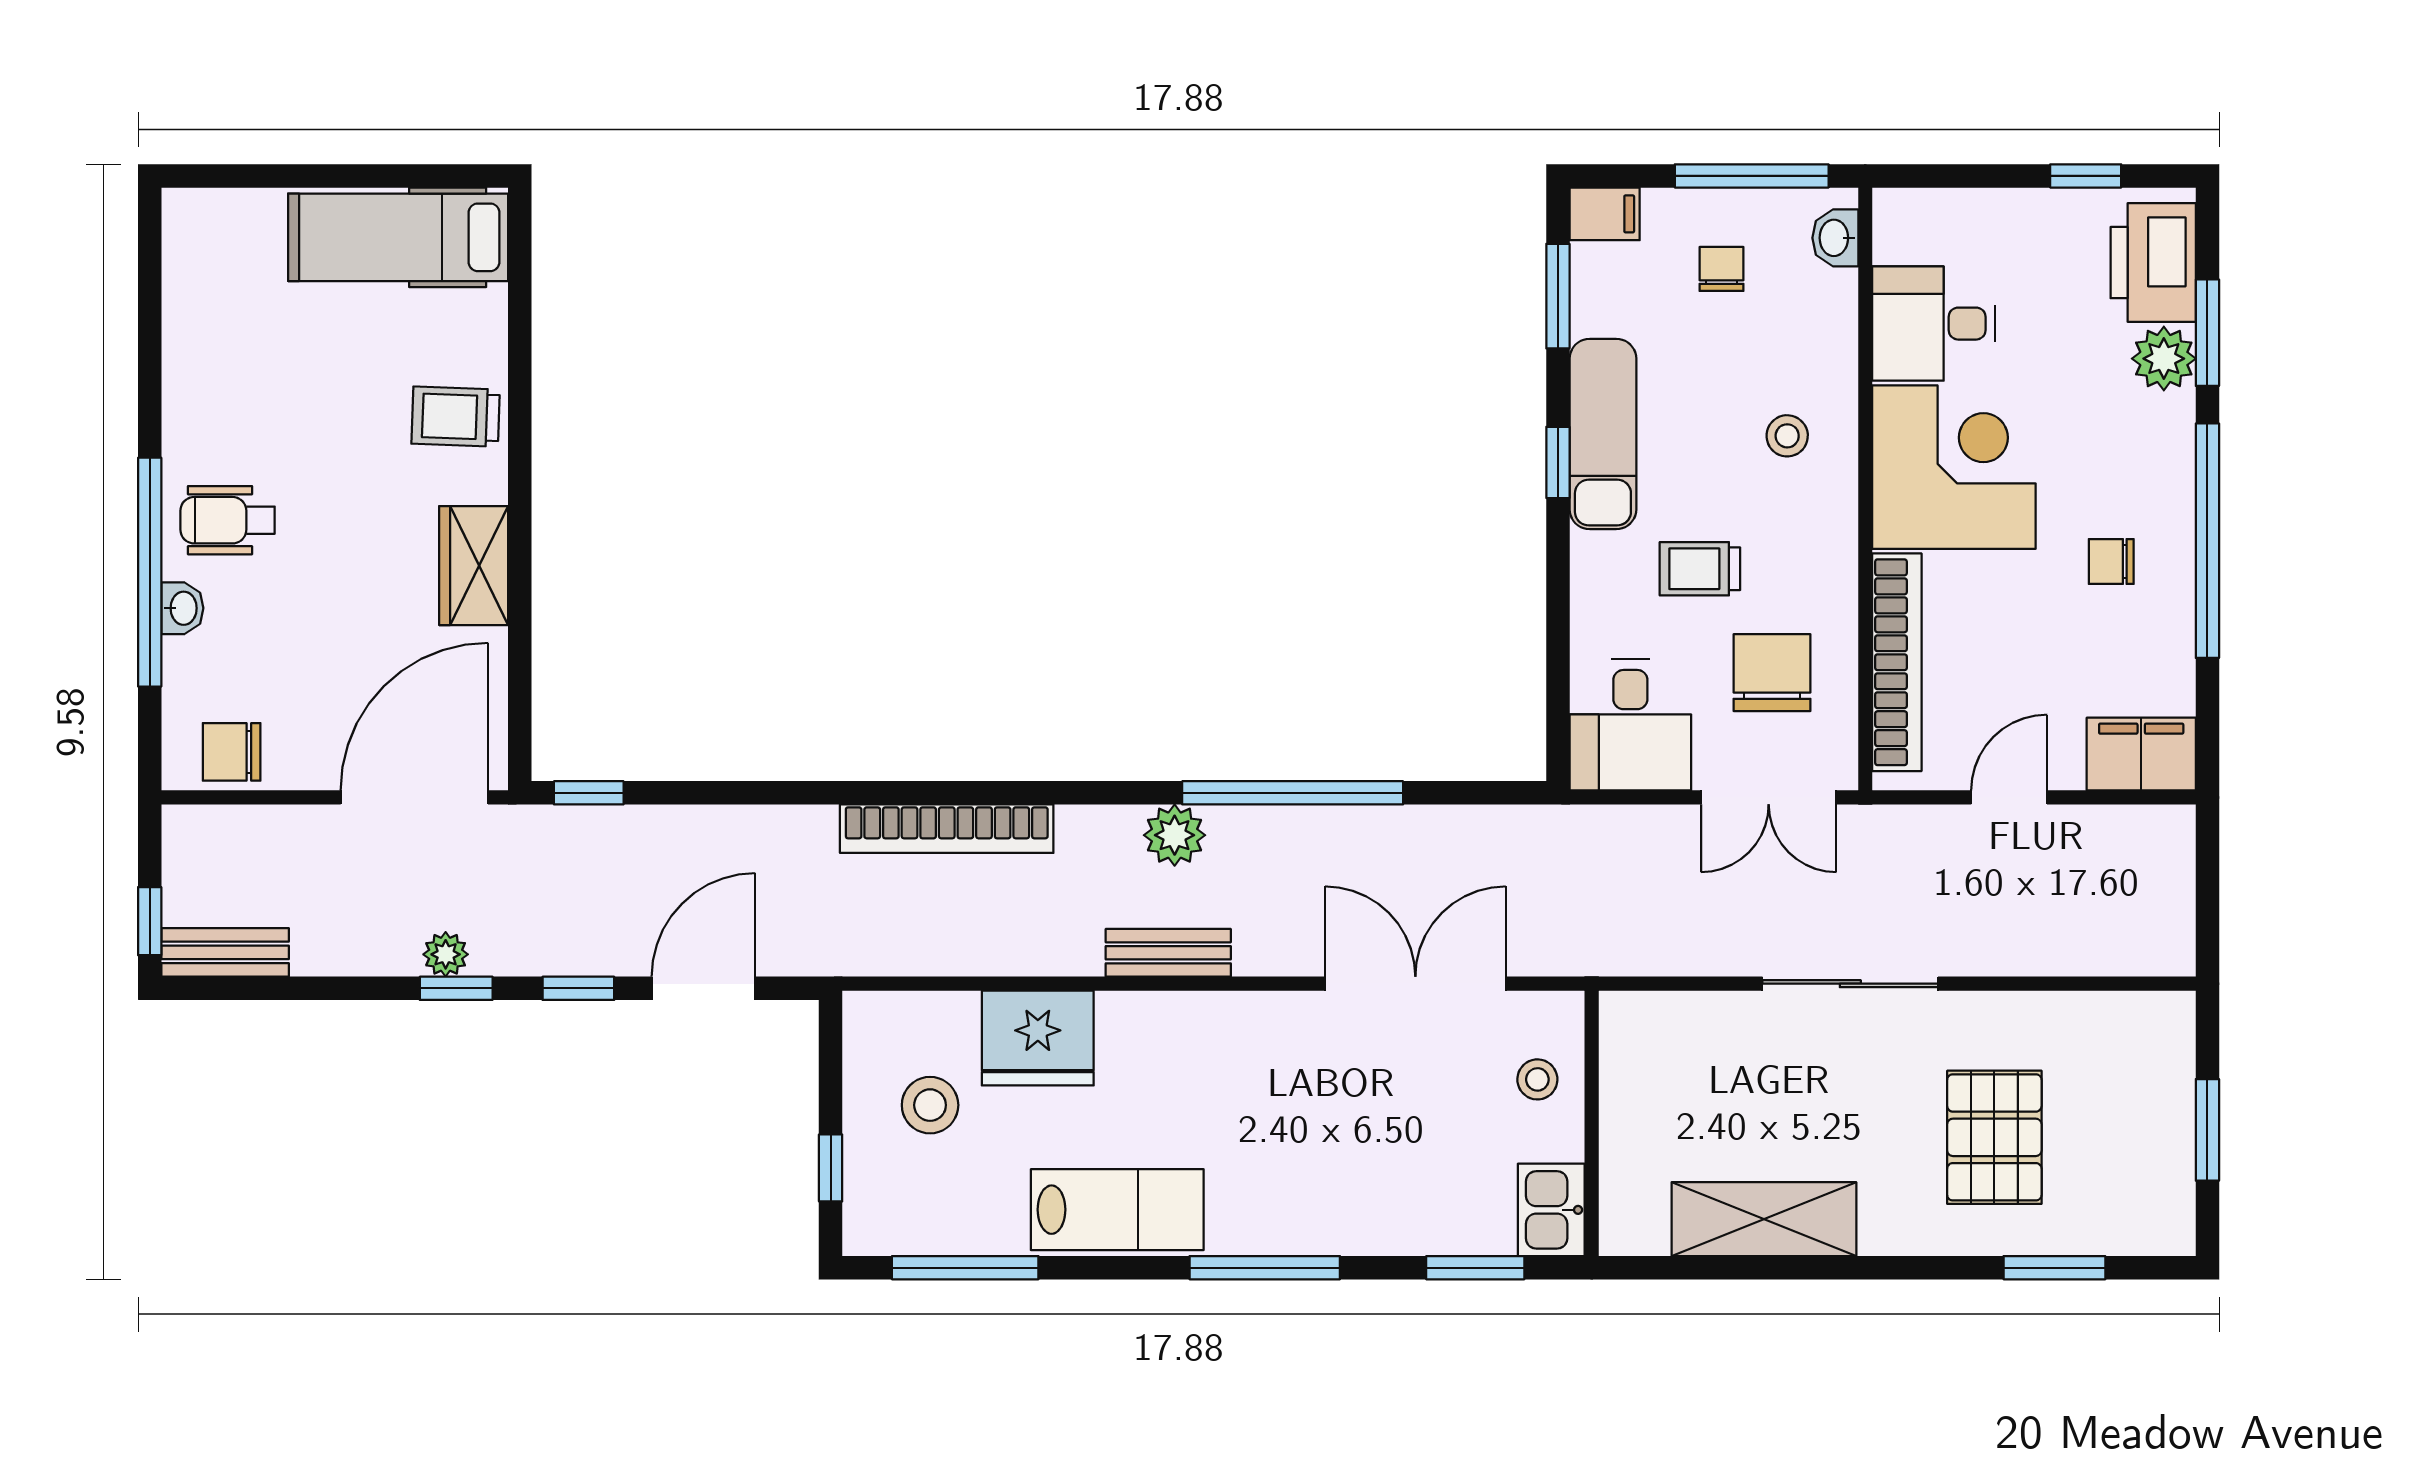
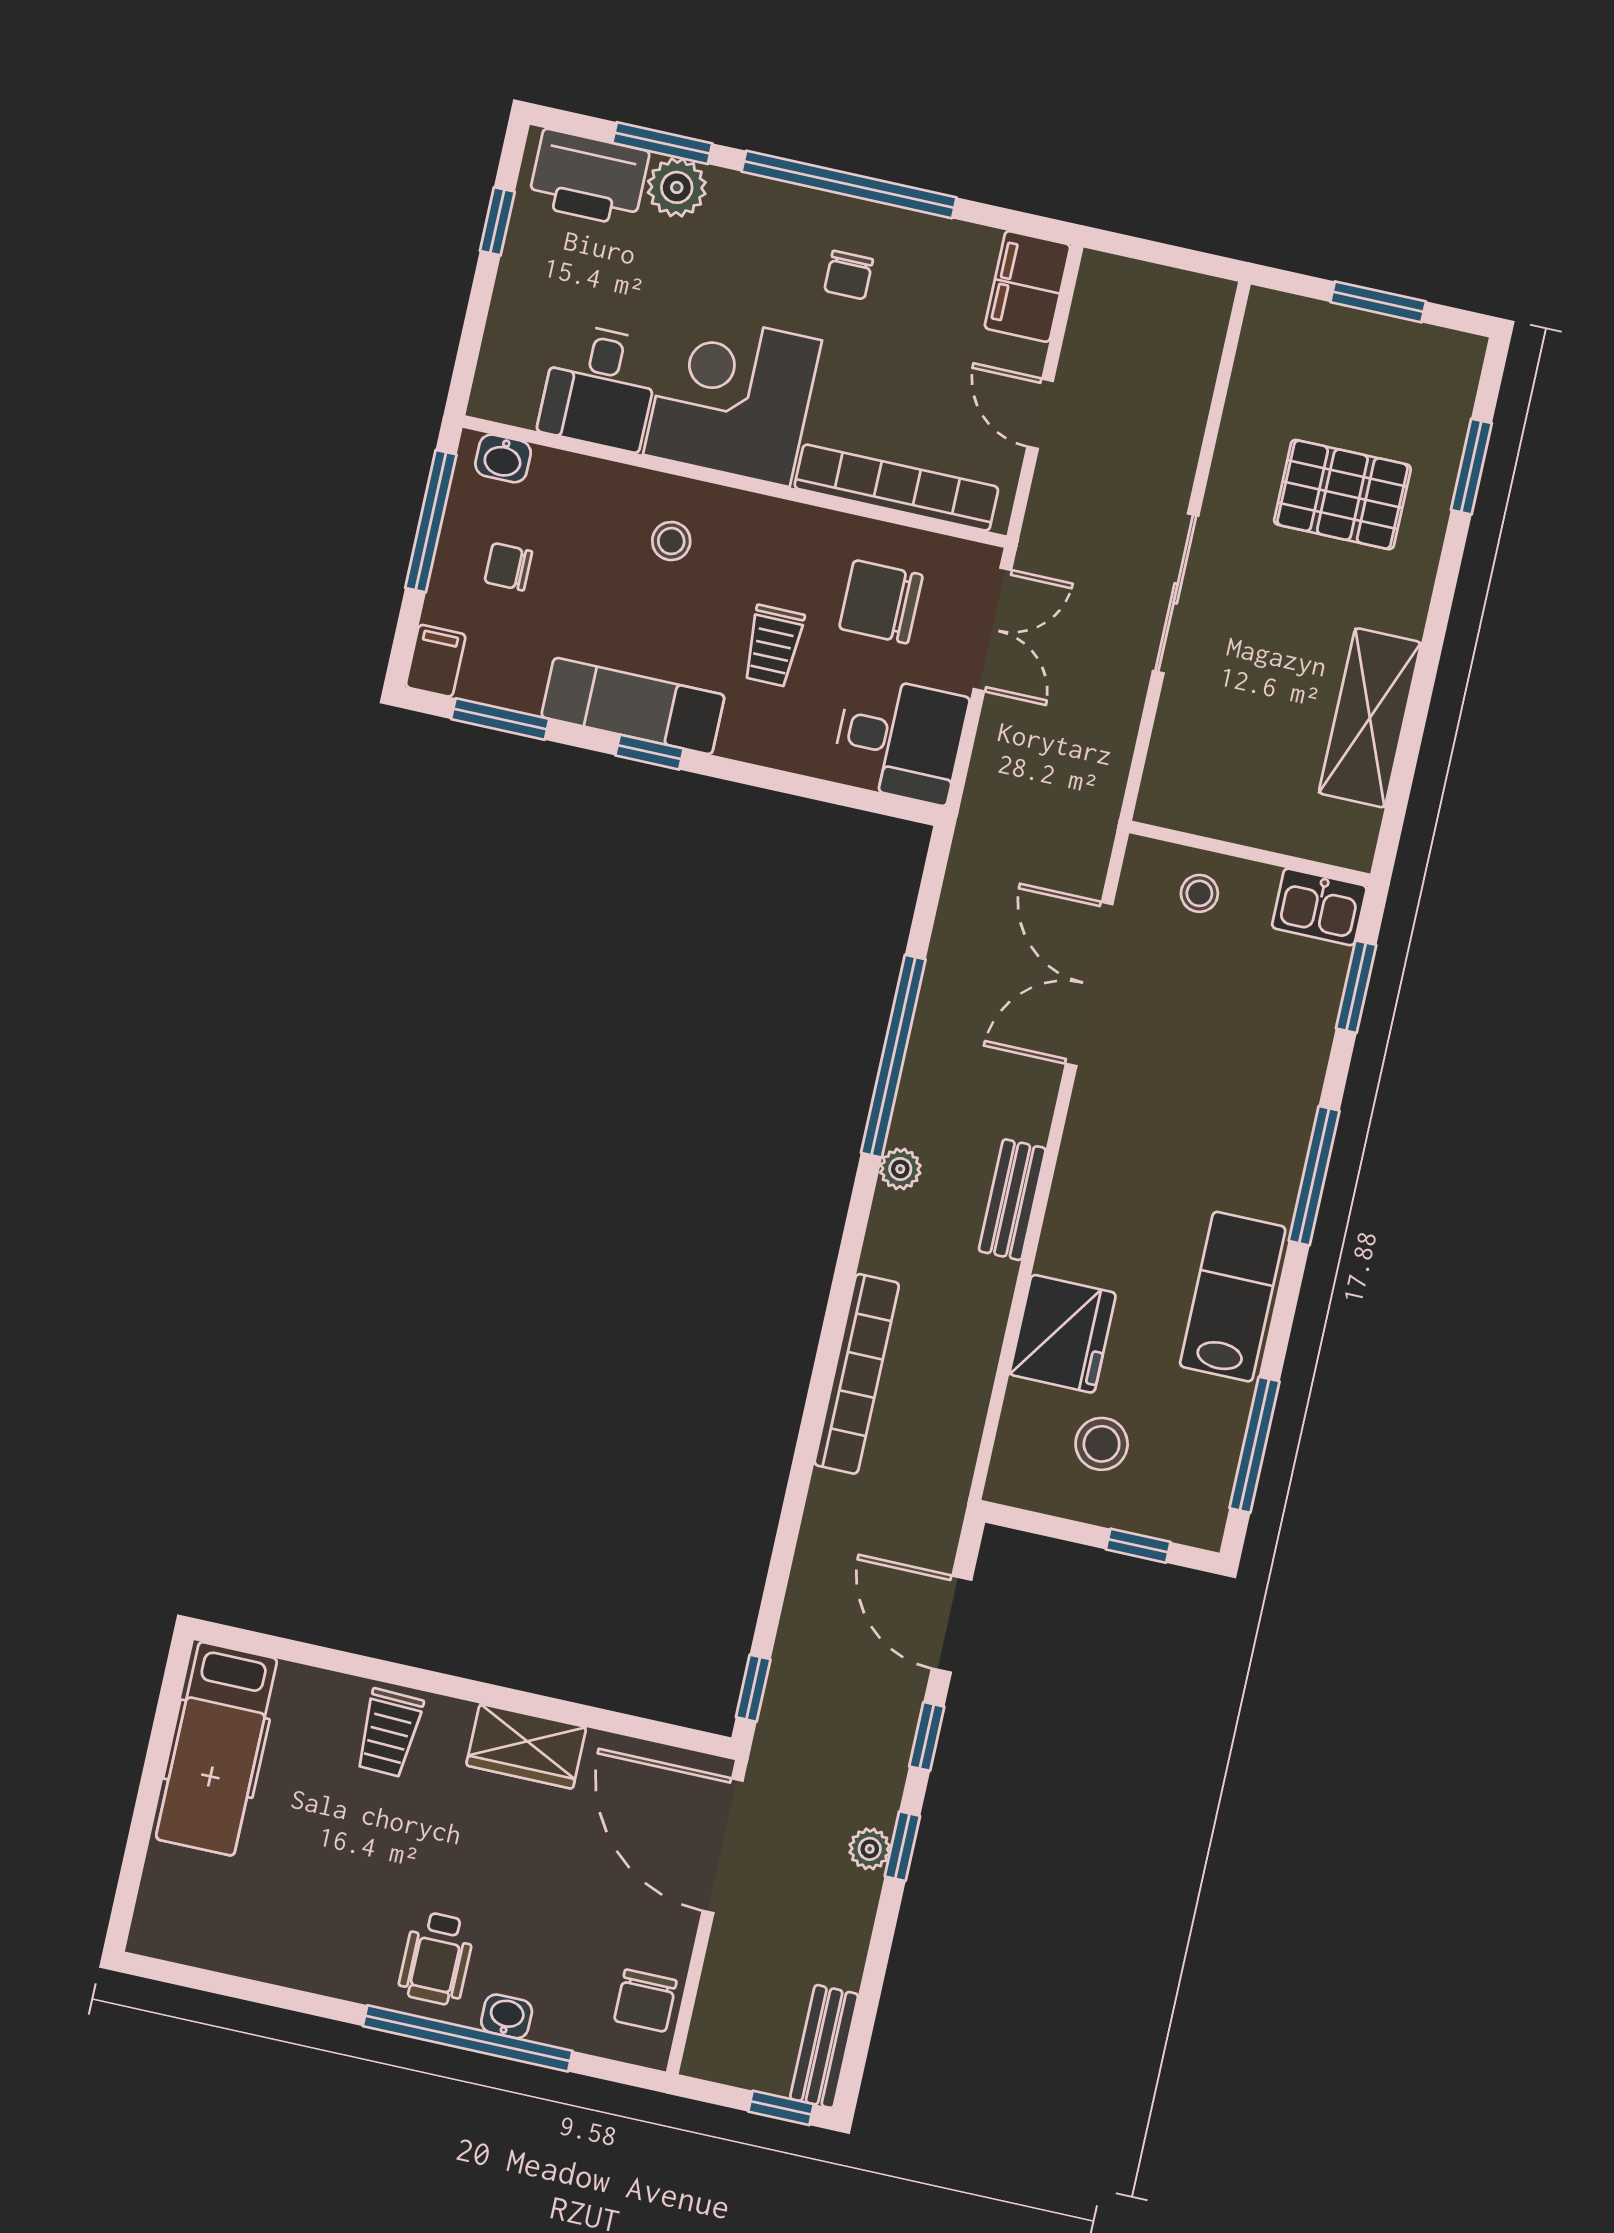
plant: (1175, 835) -> (900, 1169), width x0.73, depth x0.73

